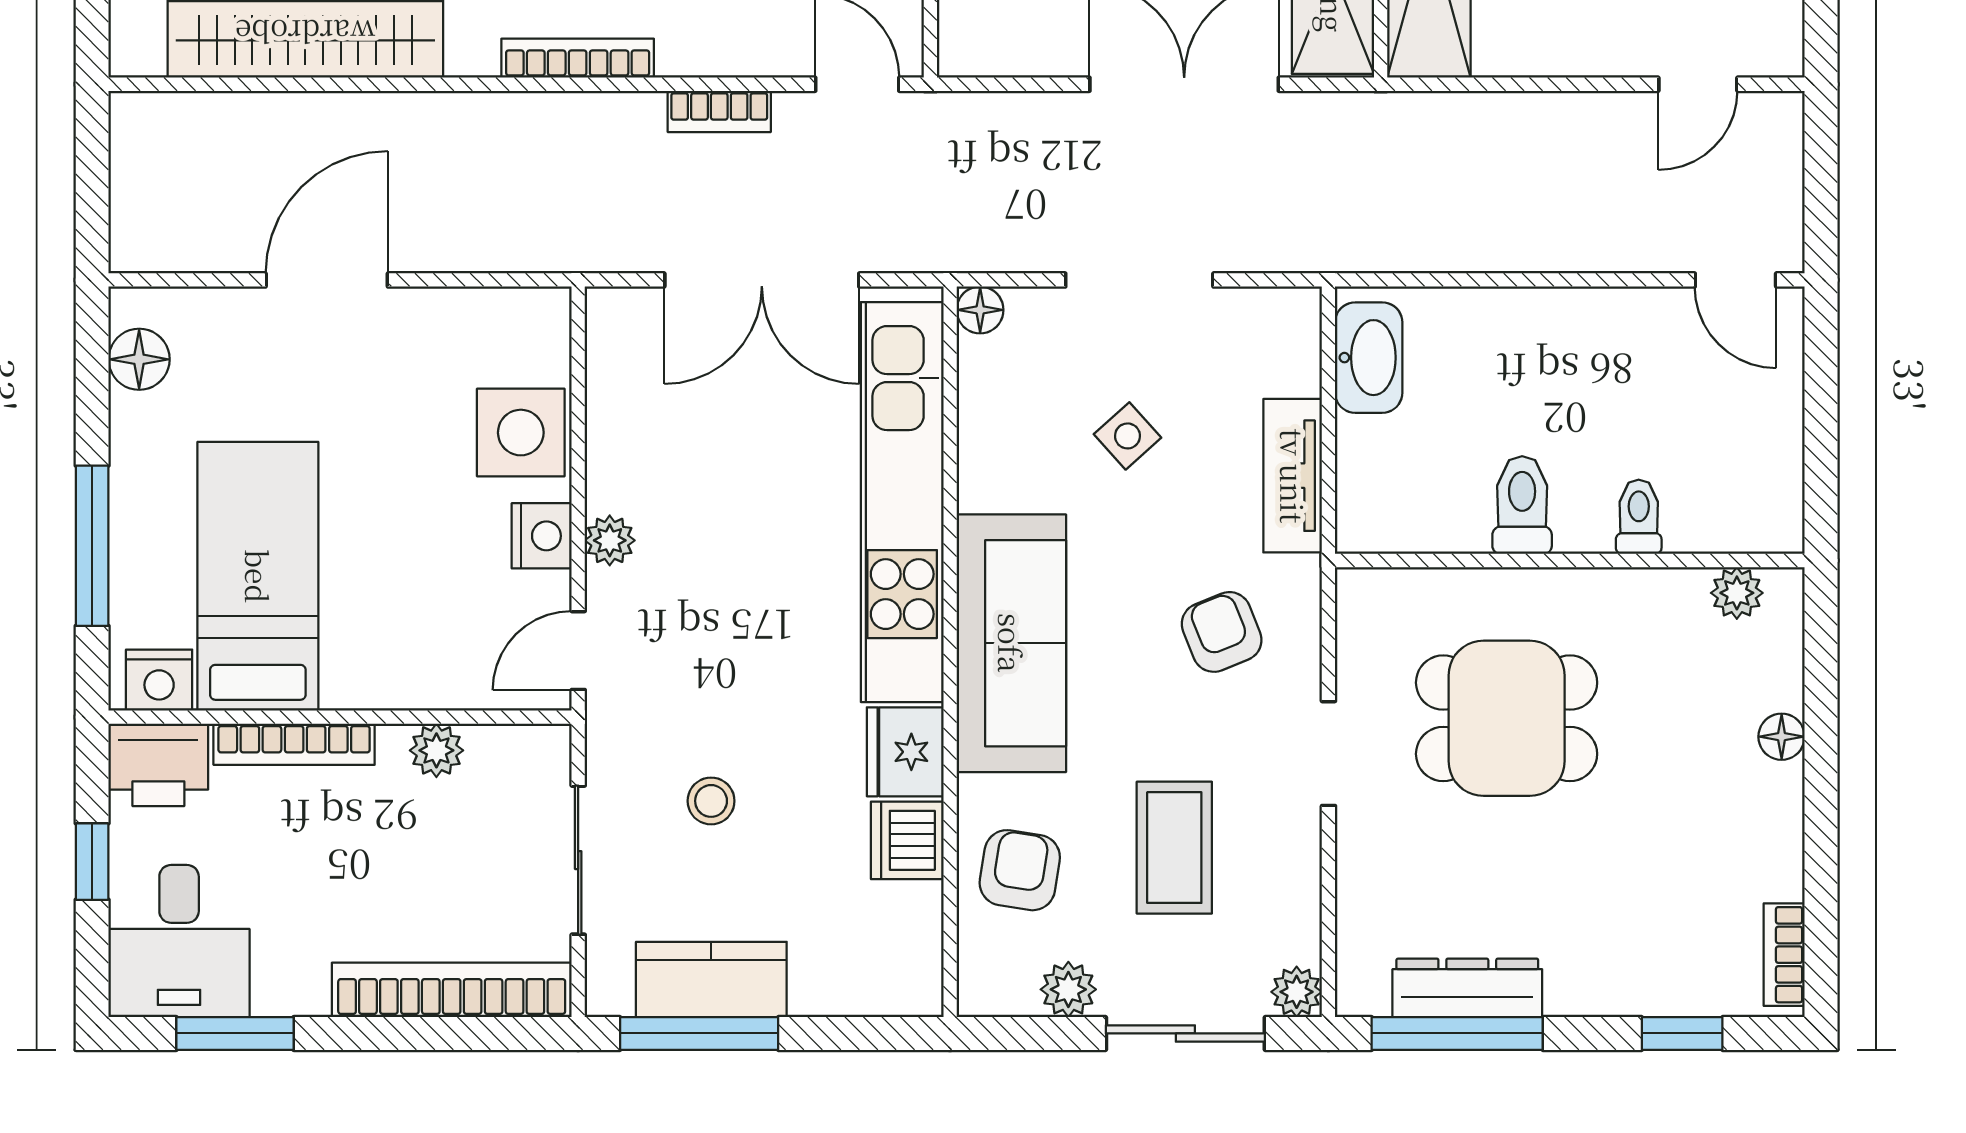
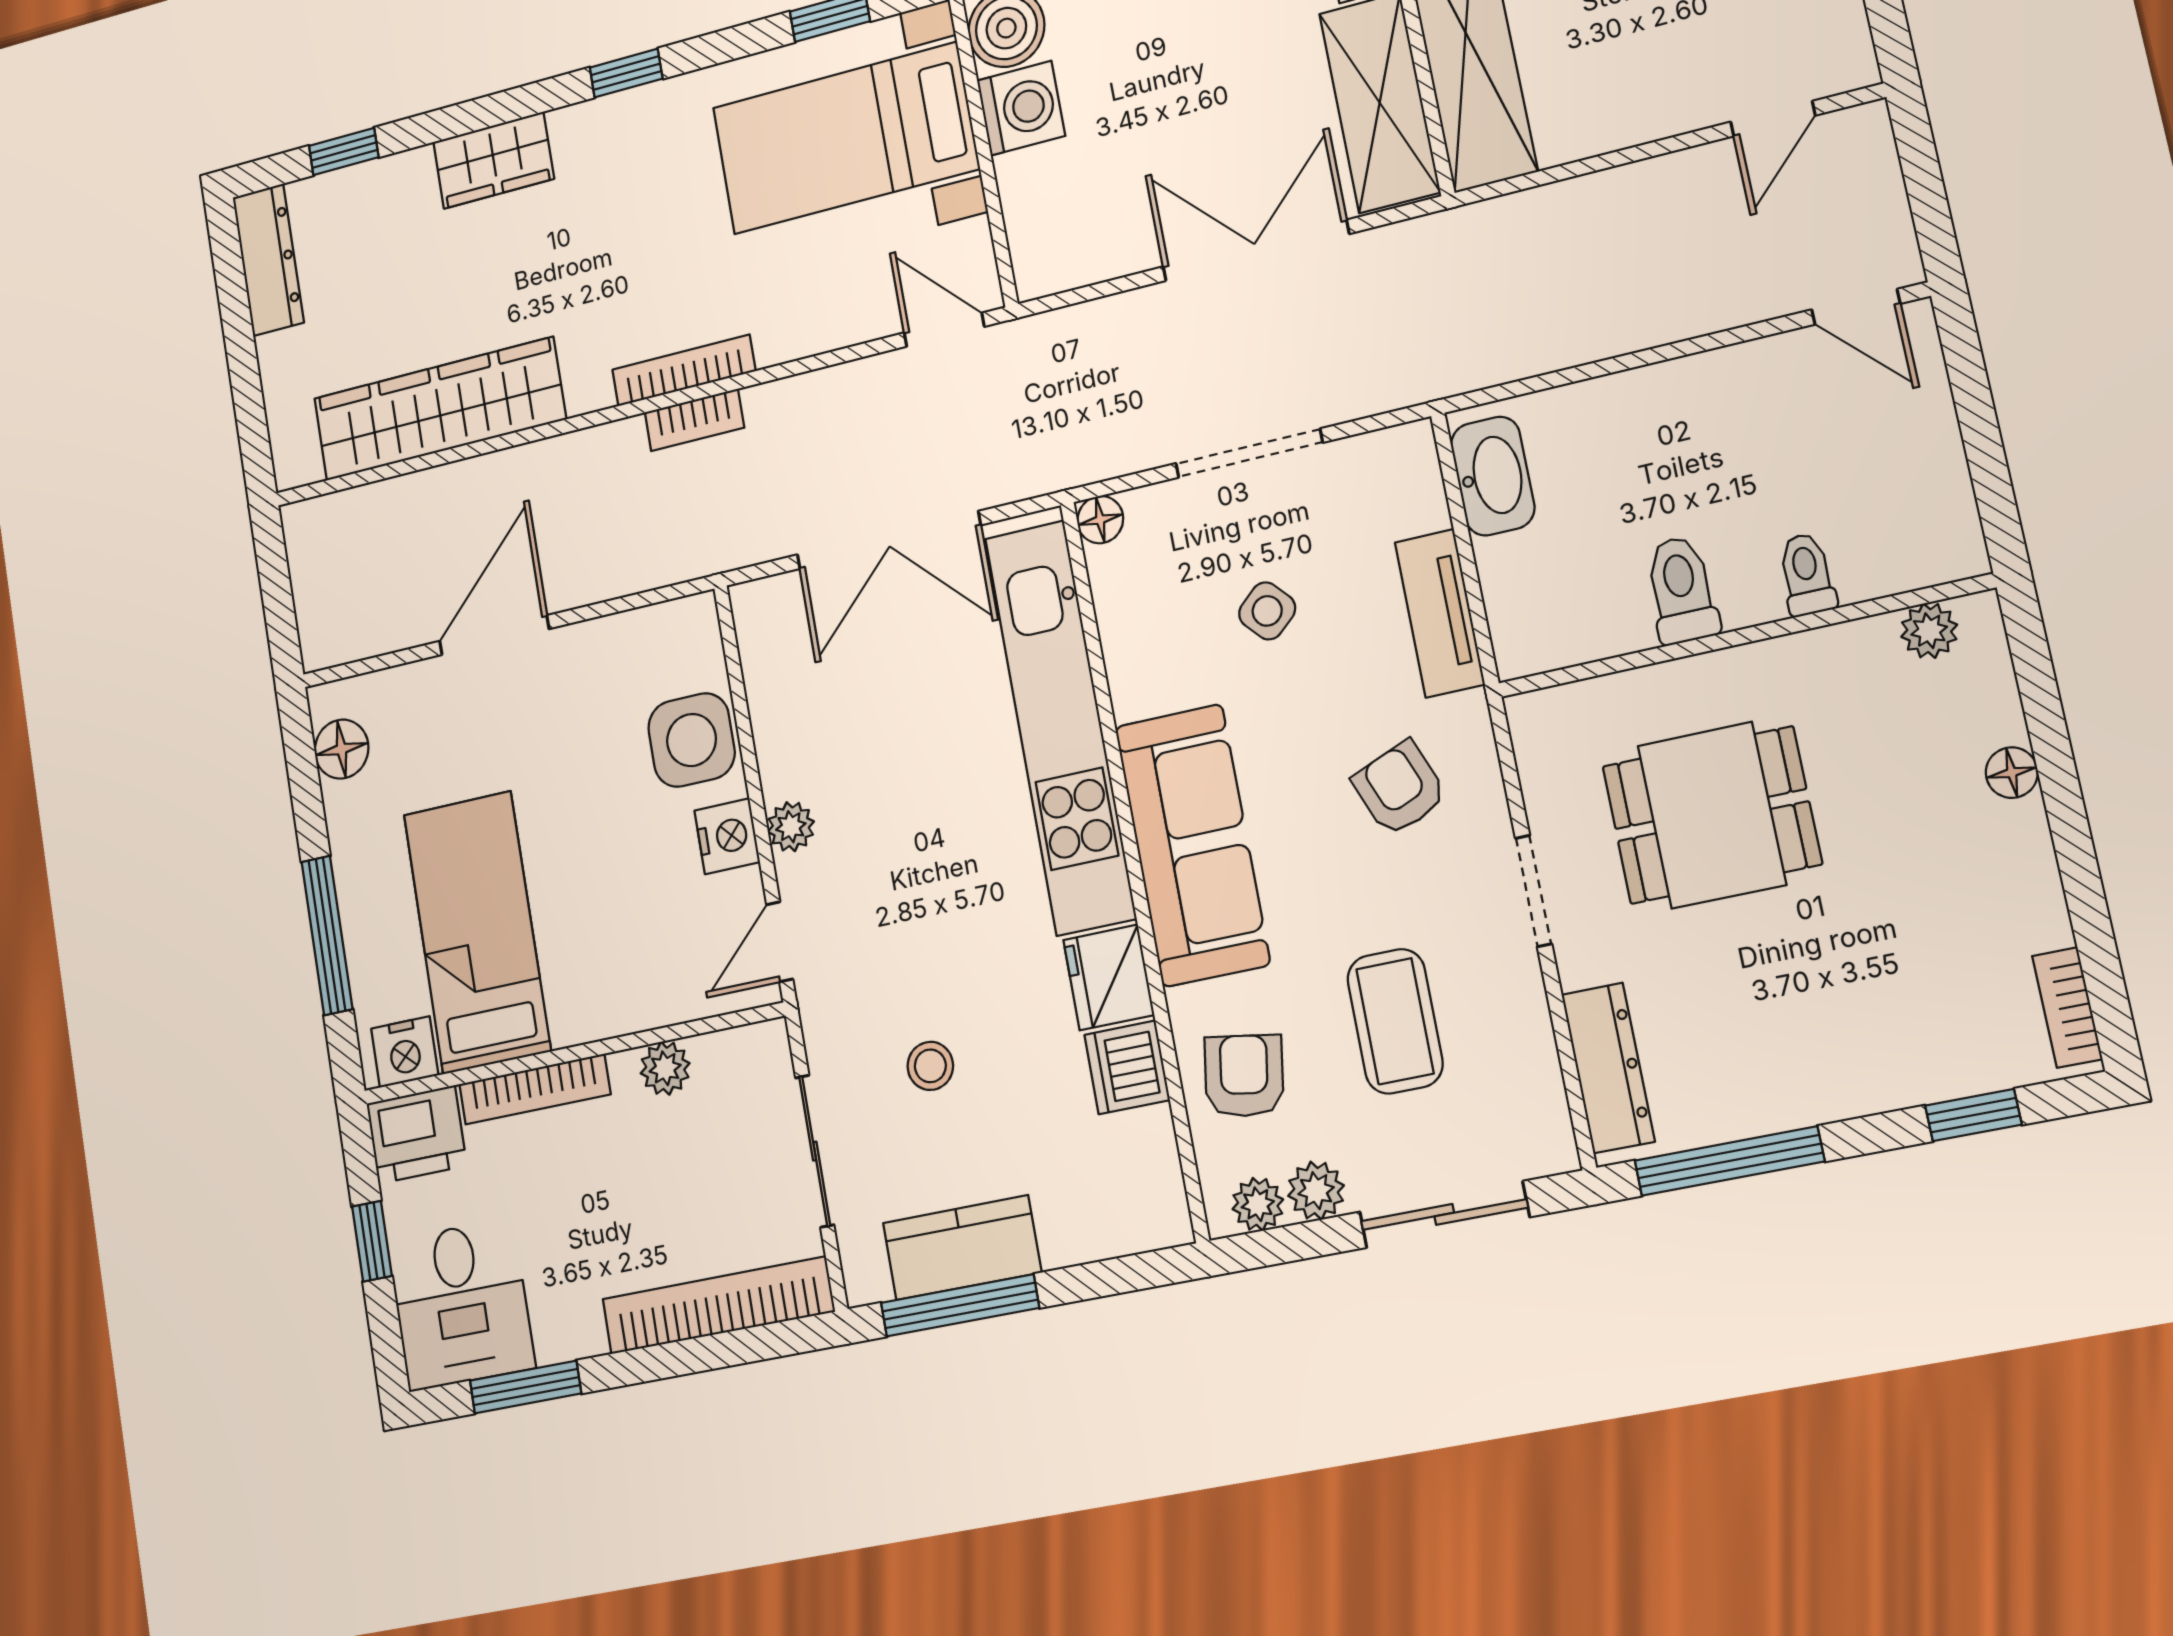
bookcase: (719, 111) -> (694, 420), moved
dresser: (1467, 988) -> (1608, 1068), moved, turned 90
plant: (1297, 992) -> (1258, 1204), moved

